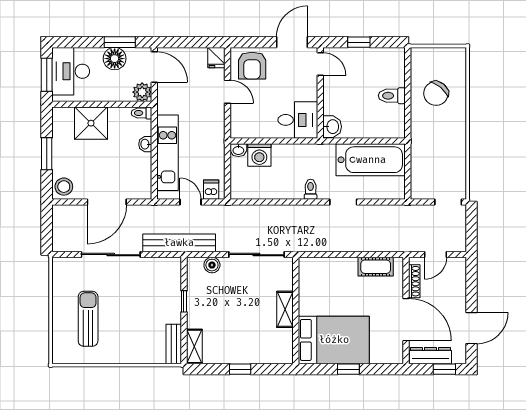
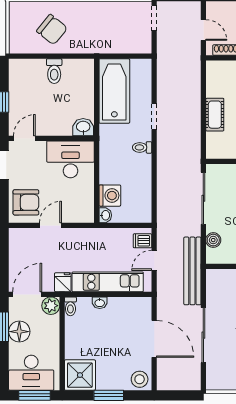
fridge: (216, 58) -> (63, 282), moved, turned -90
desk: (298, 120) -> (71, 159), width x1.37
shower: (91, 123) -> (80, 375), moved
cot: (376, 267) -> (215, 115), moved

